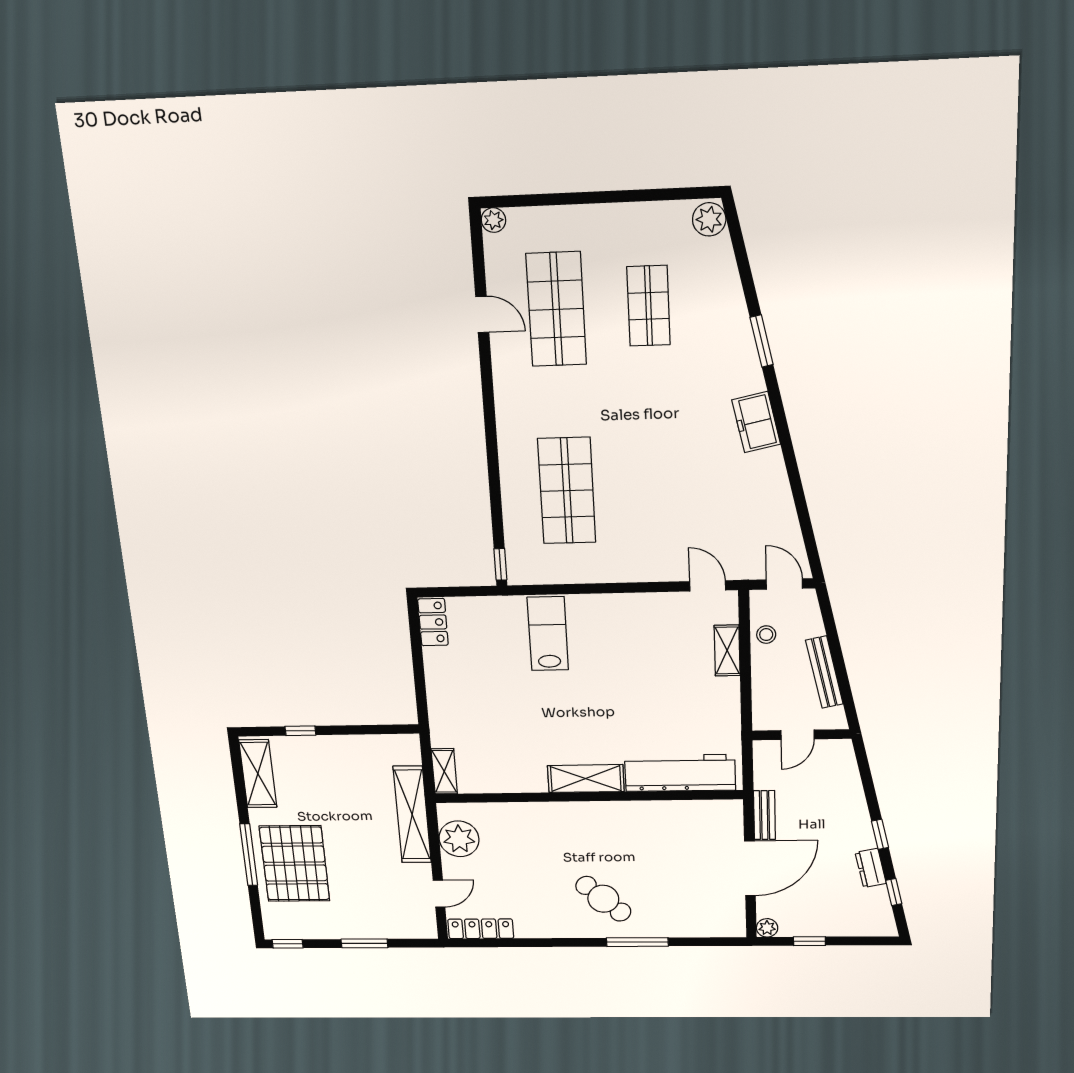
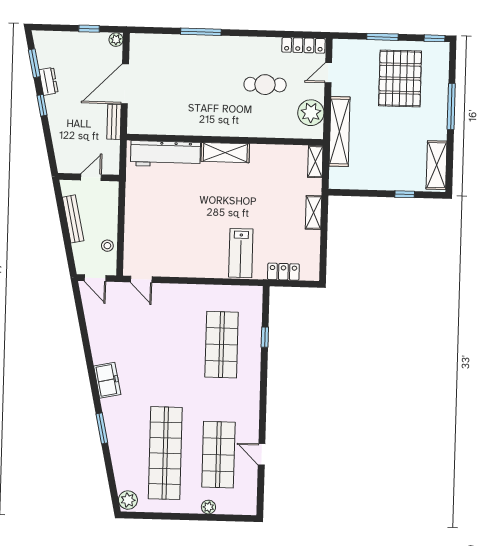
plant: (493, 220) -> (208, 507), moved
shop shelf: (648, 306) -> (165, 453), width x2.00, depth x1.36
window: (500, 564) -> (265, 337), moved
locker: (433, 622) -> (283, 272), moved, turned 90
shelving: (727, 651) -> (314, 213), moved
pallet: (295, 864) -> (400, 78), moved
window: (894, 892) -> (34, 63), width x1.50
cafe table: (603, 899) -> (265, 85), moved, turned -43

